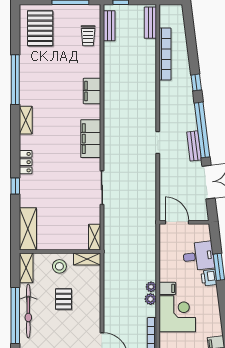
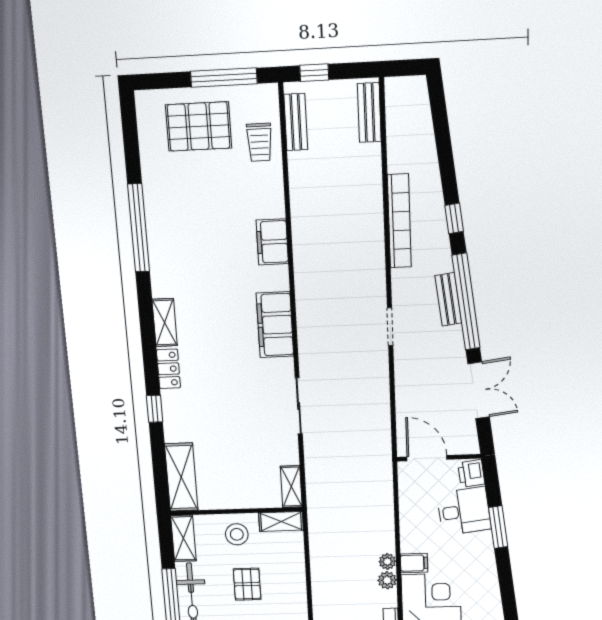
pallet: (40, 28) -> (199, 126), moved, turned 90
bookcase: (165, 54) -> (399, 221), moved
shelving: (26, 120) -> (165, 323), moved
bench: (194, 146) -> (448, 299), moved
printer: (209, 278) -> (471, 473), moved

